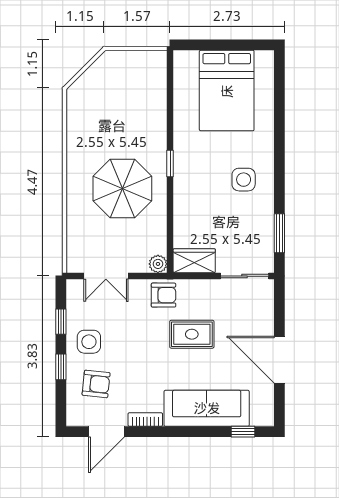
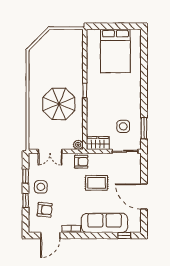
side table: (244, 180) -> (123, 126), moved

